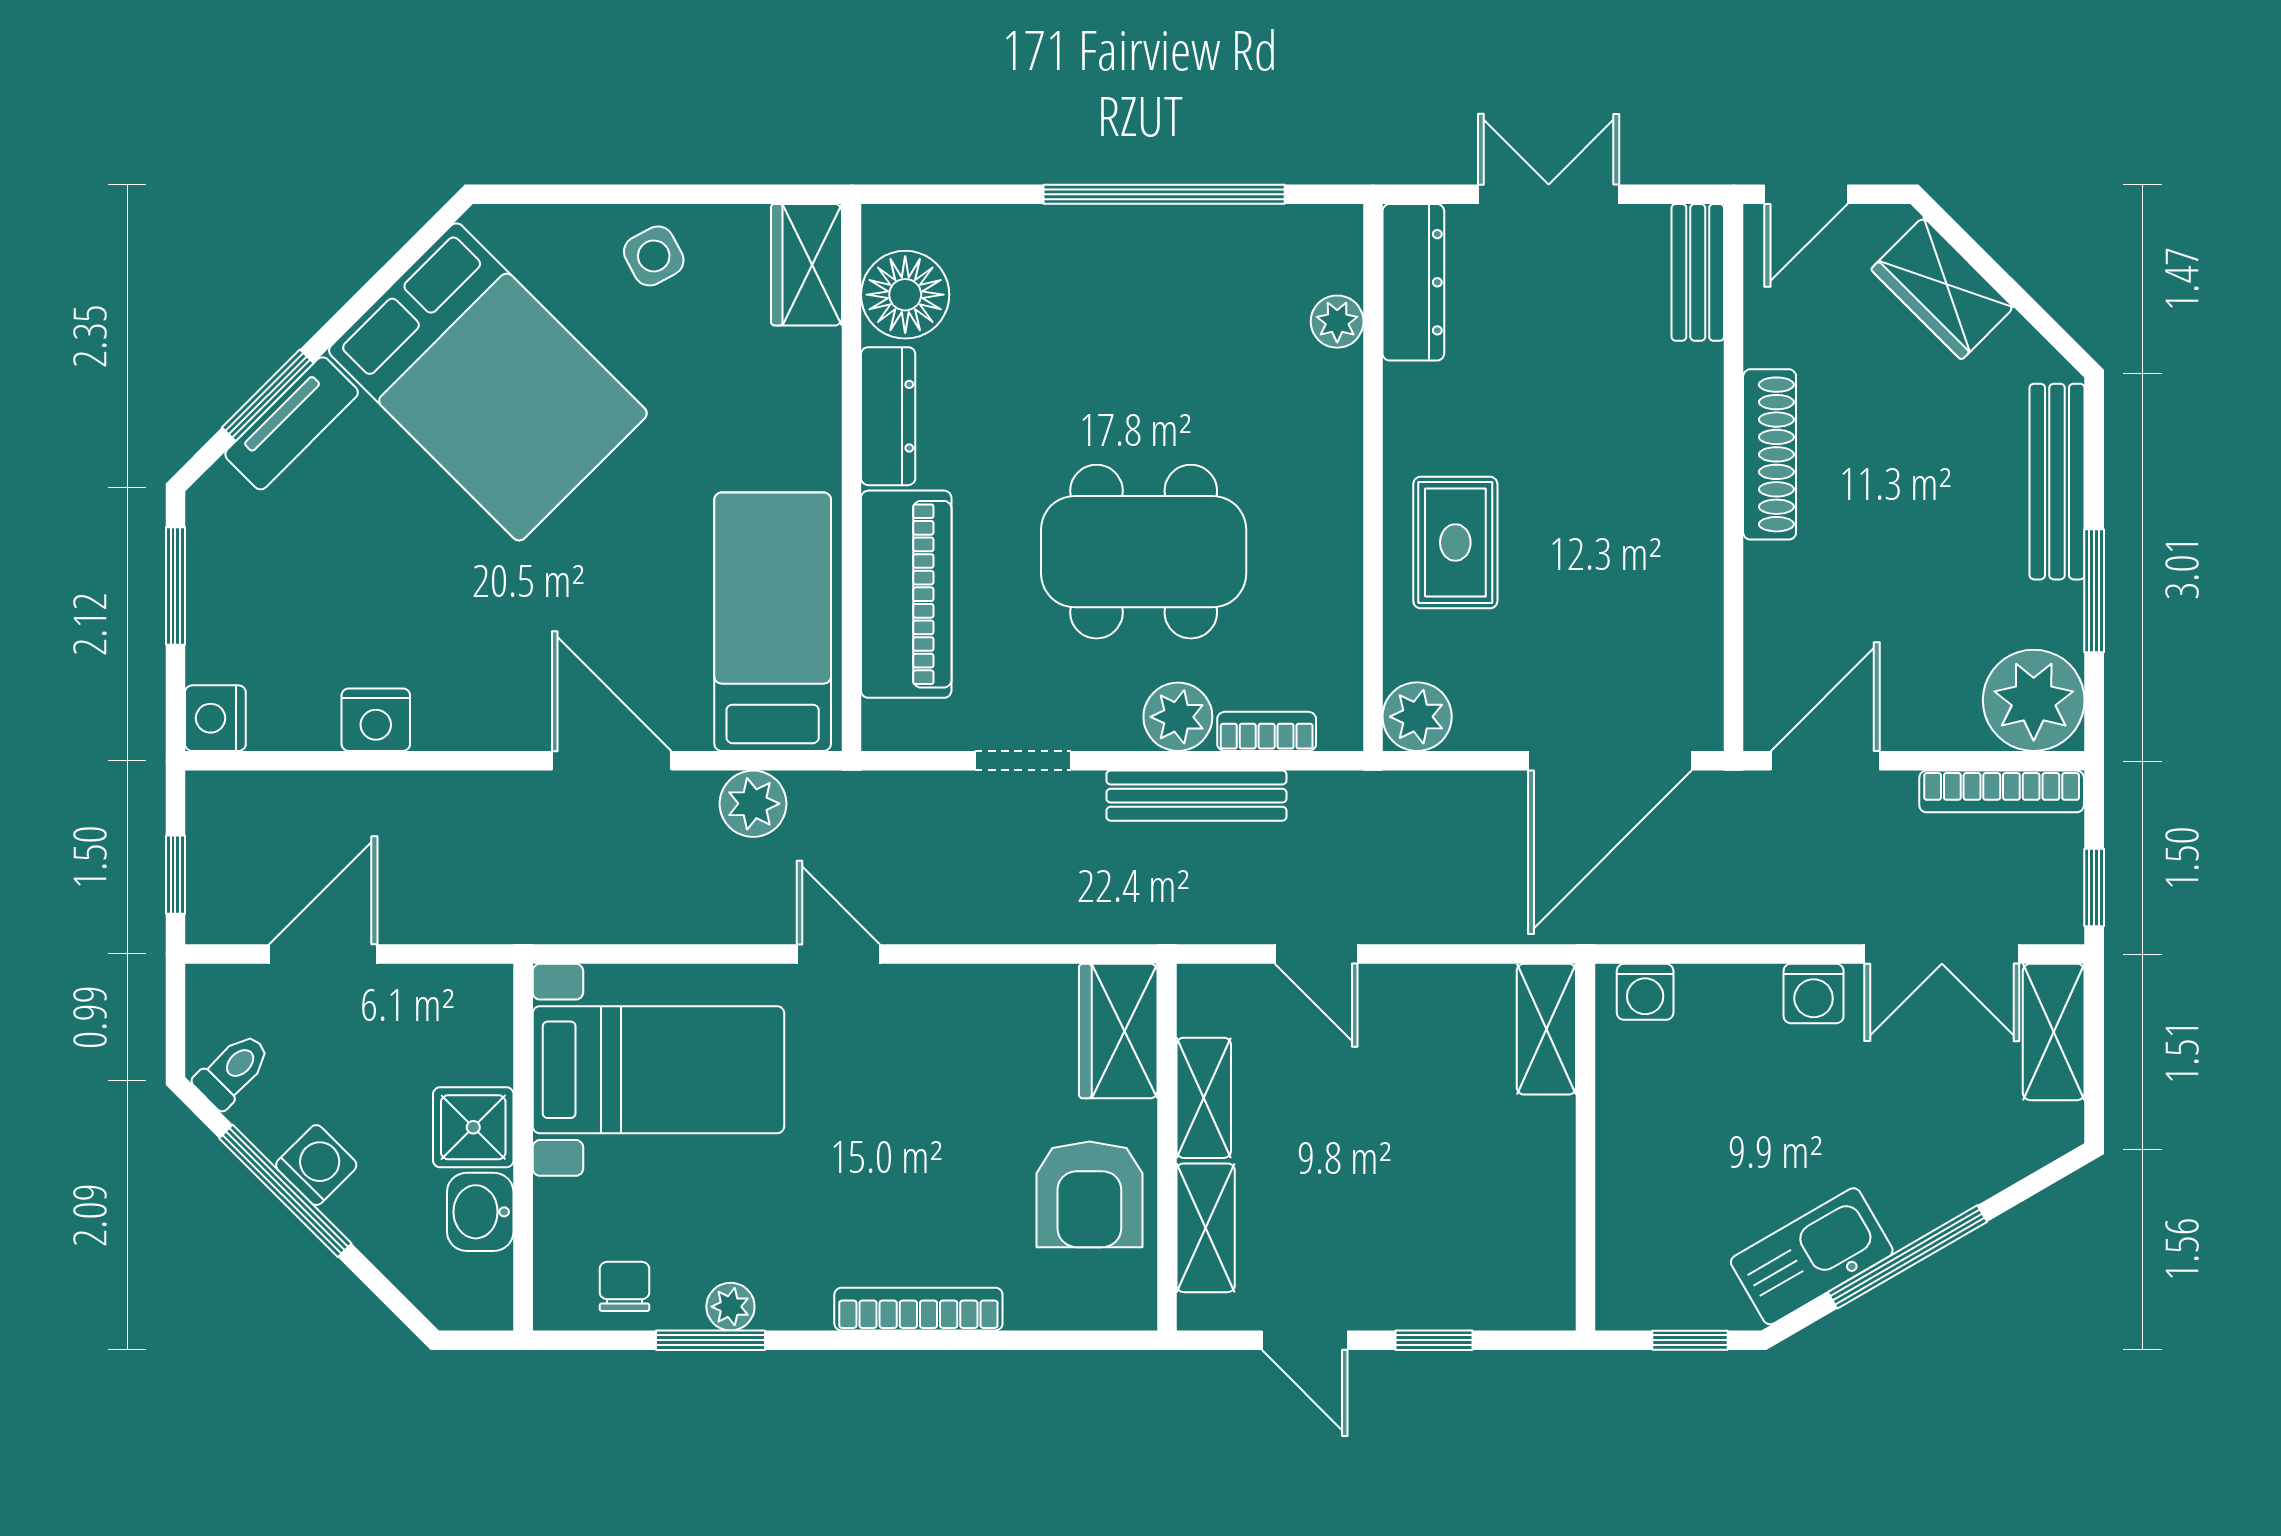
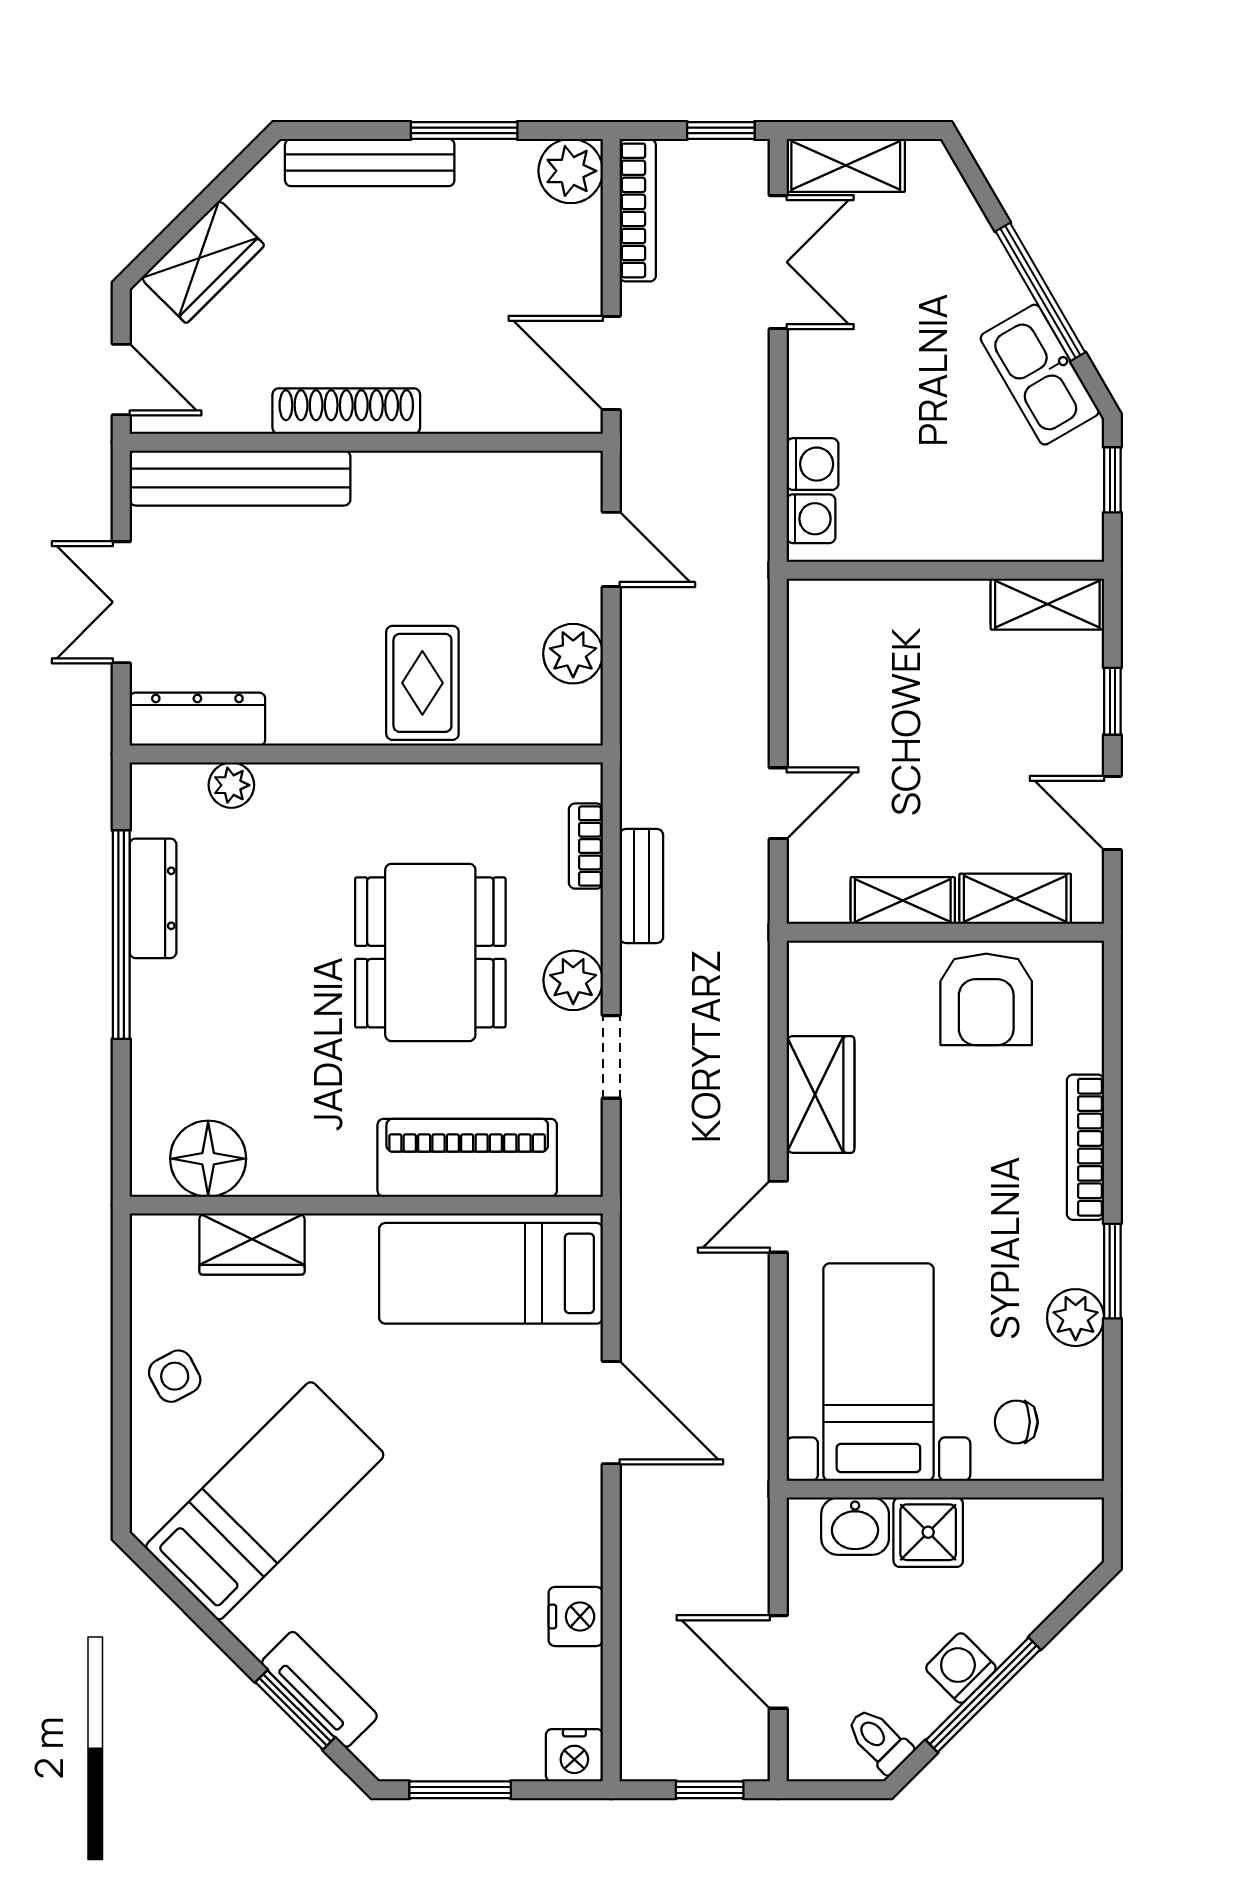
wardrobe: (806, 265) -> (252, 1244), moved
bench: (1698, 272) -> (240, 478), width x1.86, depth x1.21
bed: (488, 382) -> (265, 1501), width x0.67
dresser: (888, 416) -> (153, 898), moved, turned 90
rug: (1455, 543) -> (422, 683), turned 90
plant: (2034, 700) -> (571, 171), width x0.73, depth x0.73
plant: (1178, 717) -> (573, 980), moved
plant: (1417, 717) -> (573, 654), moved
door: (612, 761) -> (611, 1413), swing flipped
door: (1610, 761) -> (611, 549), width x0.53
bench: (1196, 796) -> (641, 886), width x0.73
plant: (753, 804) -> (648, 1290), removed
washing machine: (1814, 993) -> (812, 464), moved
shelving: (1546, 1029) -> (1047, 604), moved
wardrobe: (1118, 1031) -> (820, 1094), moved, turned -90
armchair: (1089, 1194) -> (986, 999), turned 90
washbasin: (480, 1212) -> (855, 1526), moved
chair: (624, 1286) -> (1016, 1422), moved
plant: (730, 1307) -> (1076, 1318), width x1.38, depth x1.38
window: (710, 1340) -> (1112, 1271), moved
door: (1305, 1340) -> (1112, 813), swing flipped

